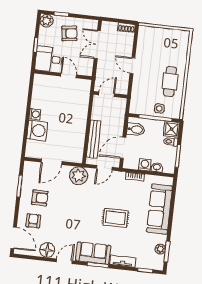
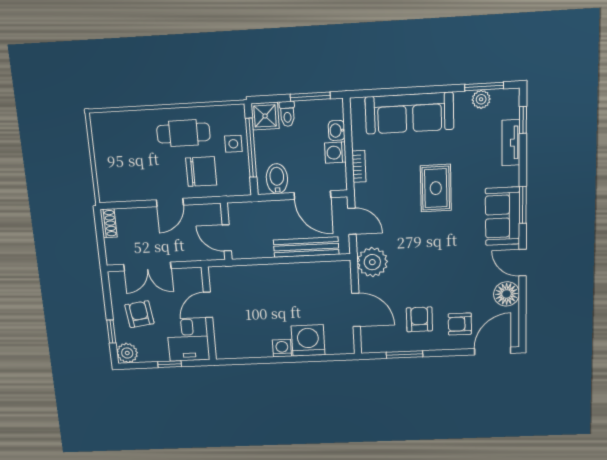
chair: (147, 87) -> (201, 171), added
tv unit: (123, 261) -> (511, 143), moved

